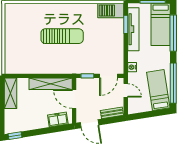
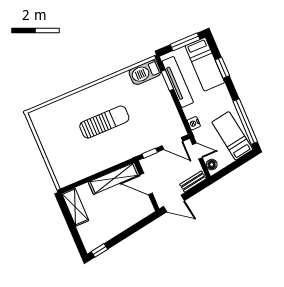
window: (173, 33) -> (222, 68), width x0.47
door: (109, 76) -> (172, 143), hinge flipped
floor lamp: (132, 106) -> (212, 165), added
freezer: (58, 120) -> (138, 213), removed

